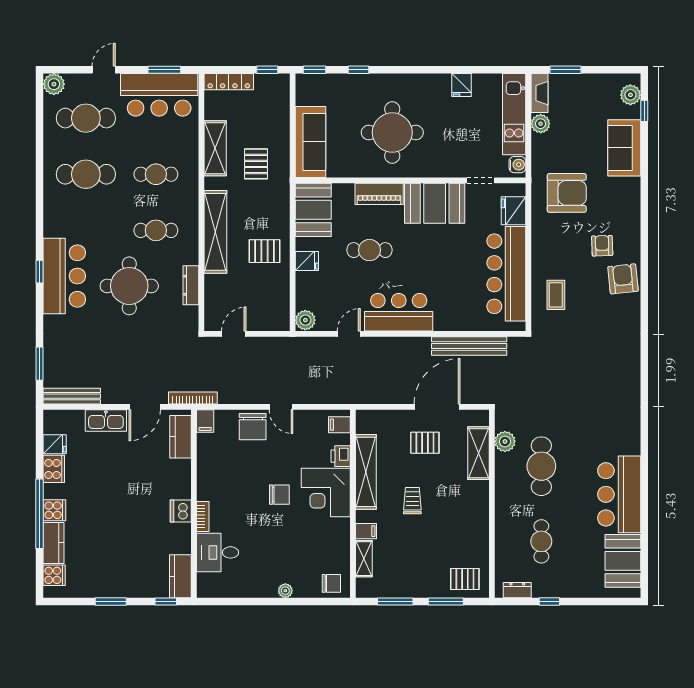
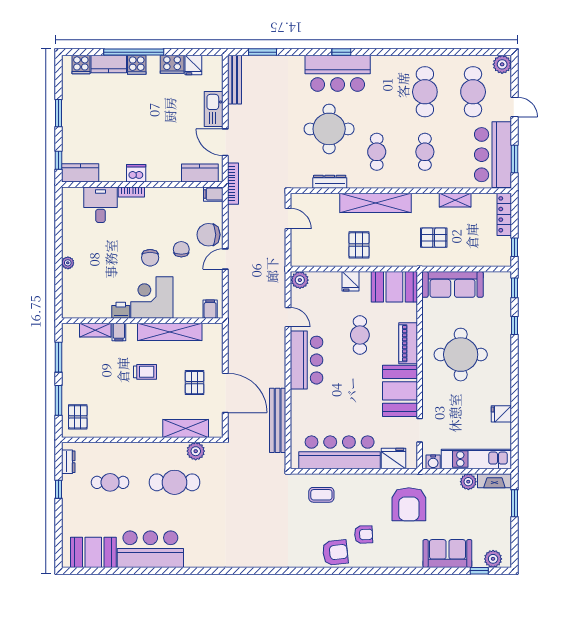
shelving: (215, 148) -> (455, 200), width x0.67, depth x0.75
printer: (341, 456) -> (121, 310), moved
chair: (331, 583) -> (181, 249), moved, turned 180

